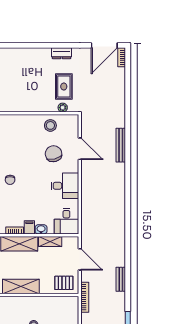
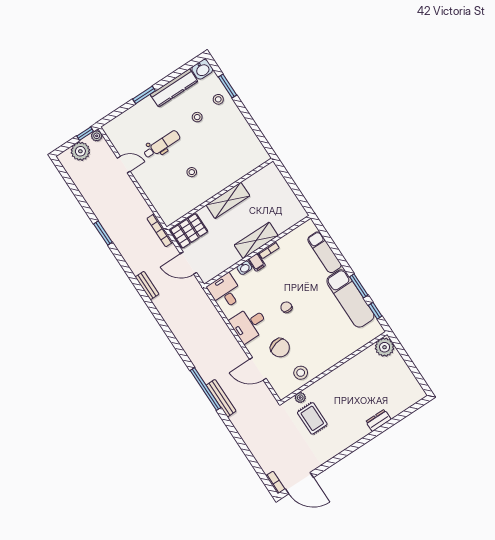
door: (104, 45) -> (299, 483), swing flipped
dresser: (61, 53) -> (378, 420), moved
window: (128, 159) -> (205, 389), added
chair: (10, 180) -> (286, 307), moved
shelving: (50, 242) -> (228, 262), removed
bench: (121, 279) -> (147, 285), moved
pallet: (64, 283) -> (189, 231), width x1.50, depth x1.42

